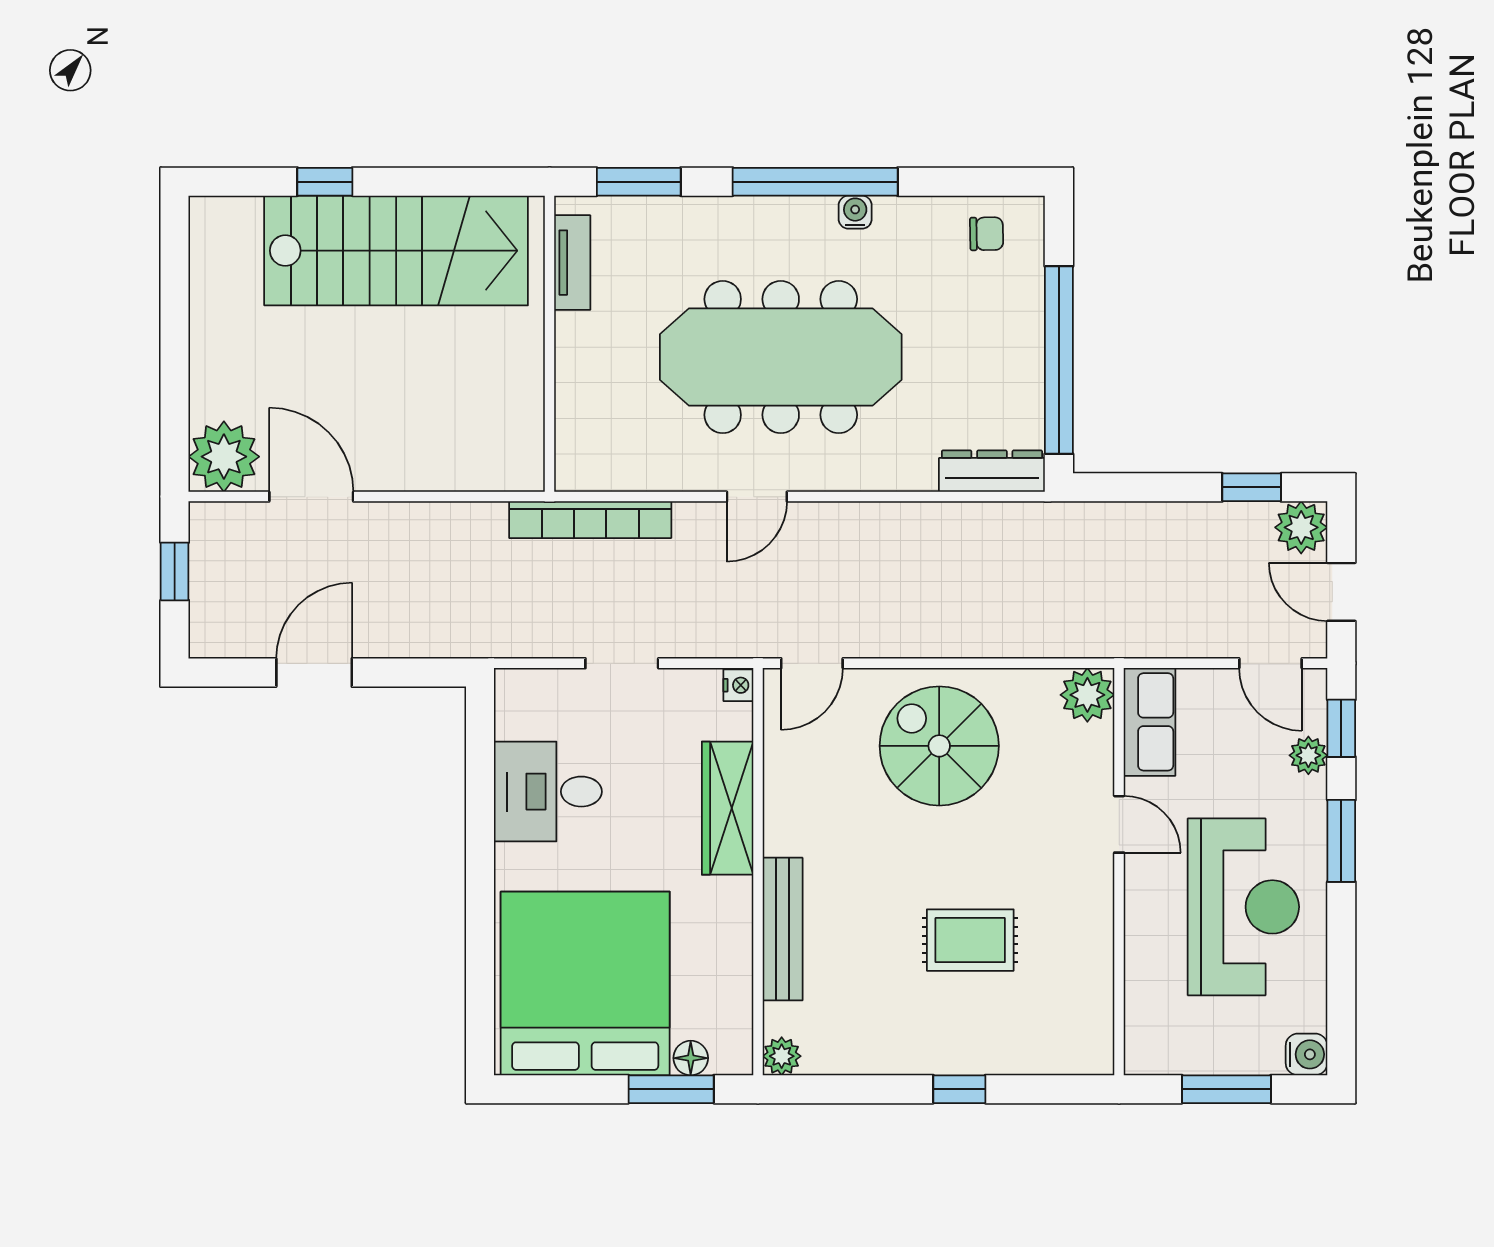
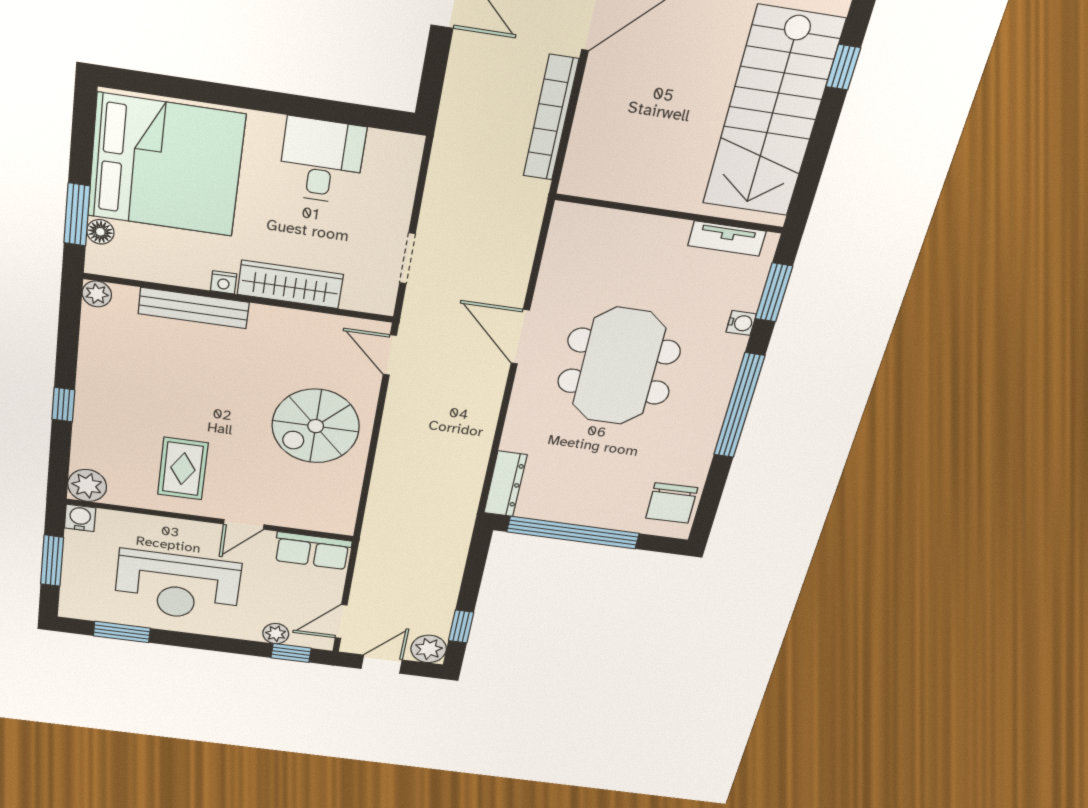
water cooler: (855, 212) -> (741, 323), moved
chair: (987, 234) -> (672, 503), width x1.87, depth x1.87
meeting table: (781, 357) -> (619, 367), width x0.73
door: (757, 497) -> (520, 337), width x1.38
bookcase: (590, 520) -> (551, 118), moved
doorway: (622, 663) -> (407, 258), moved
nightstand: (738, 685) -> (224, 282), moved
plant: (1087, 695) -> (87, 485), moved
spiral stairs: (939, 746) -> (316, 426), turned 180
window: (1341, 841) -> (122, 632), moved
rug: (970, 940) -> (183, 469), moved
water cooler: (1307, 1054) -> (80, 518), moved, turned 180

